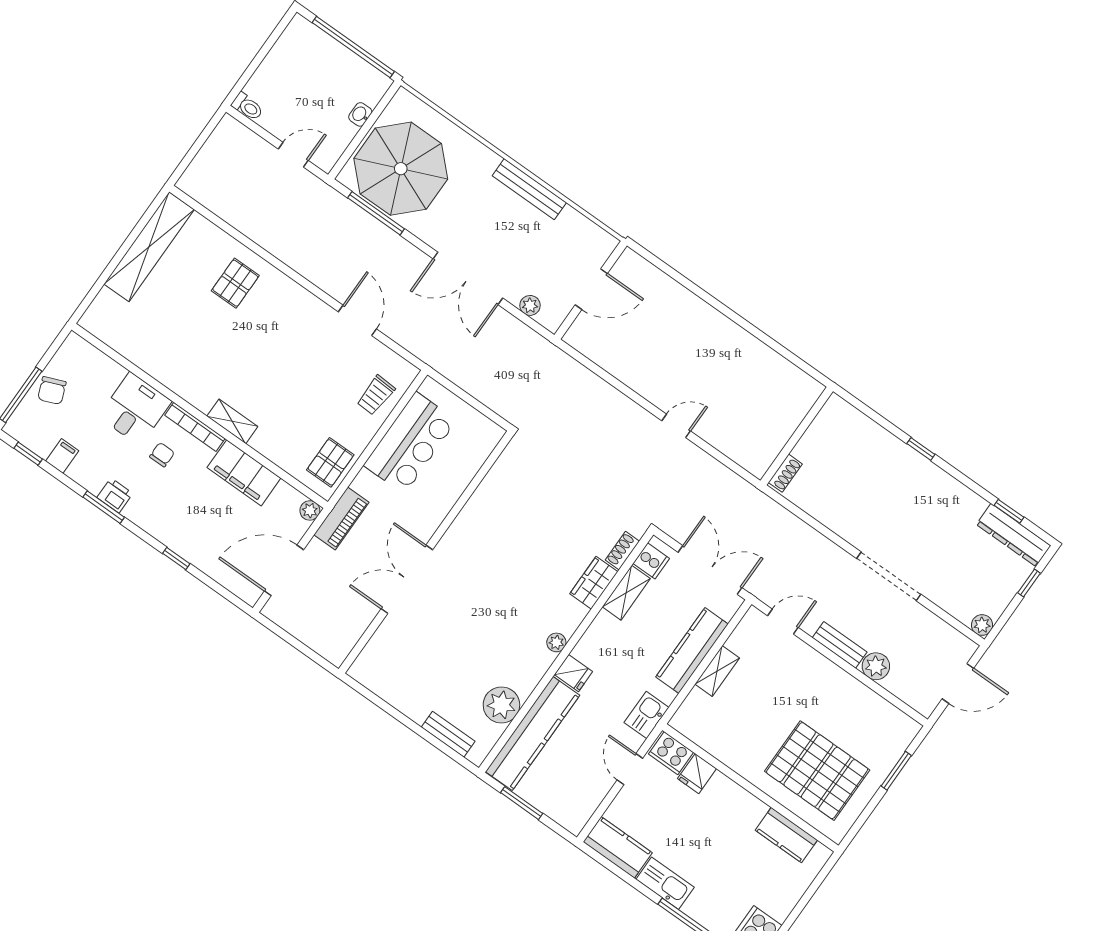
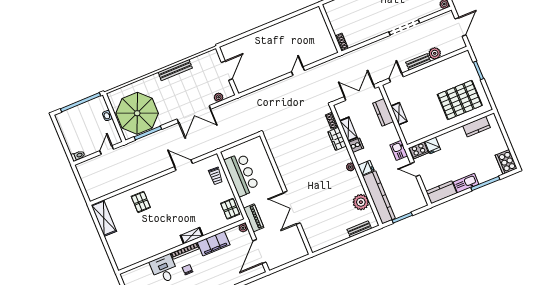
shelving: (149, 247) -> (104, 218), width x0.68
cooker: (651, 561) -> (356, 145), moved
kitchen counter: (692, 651) -> (383, 112), width x0.67

